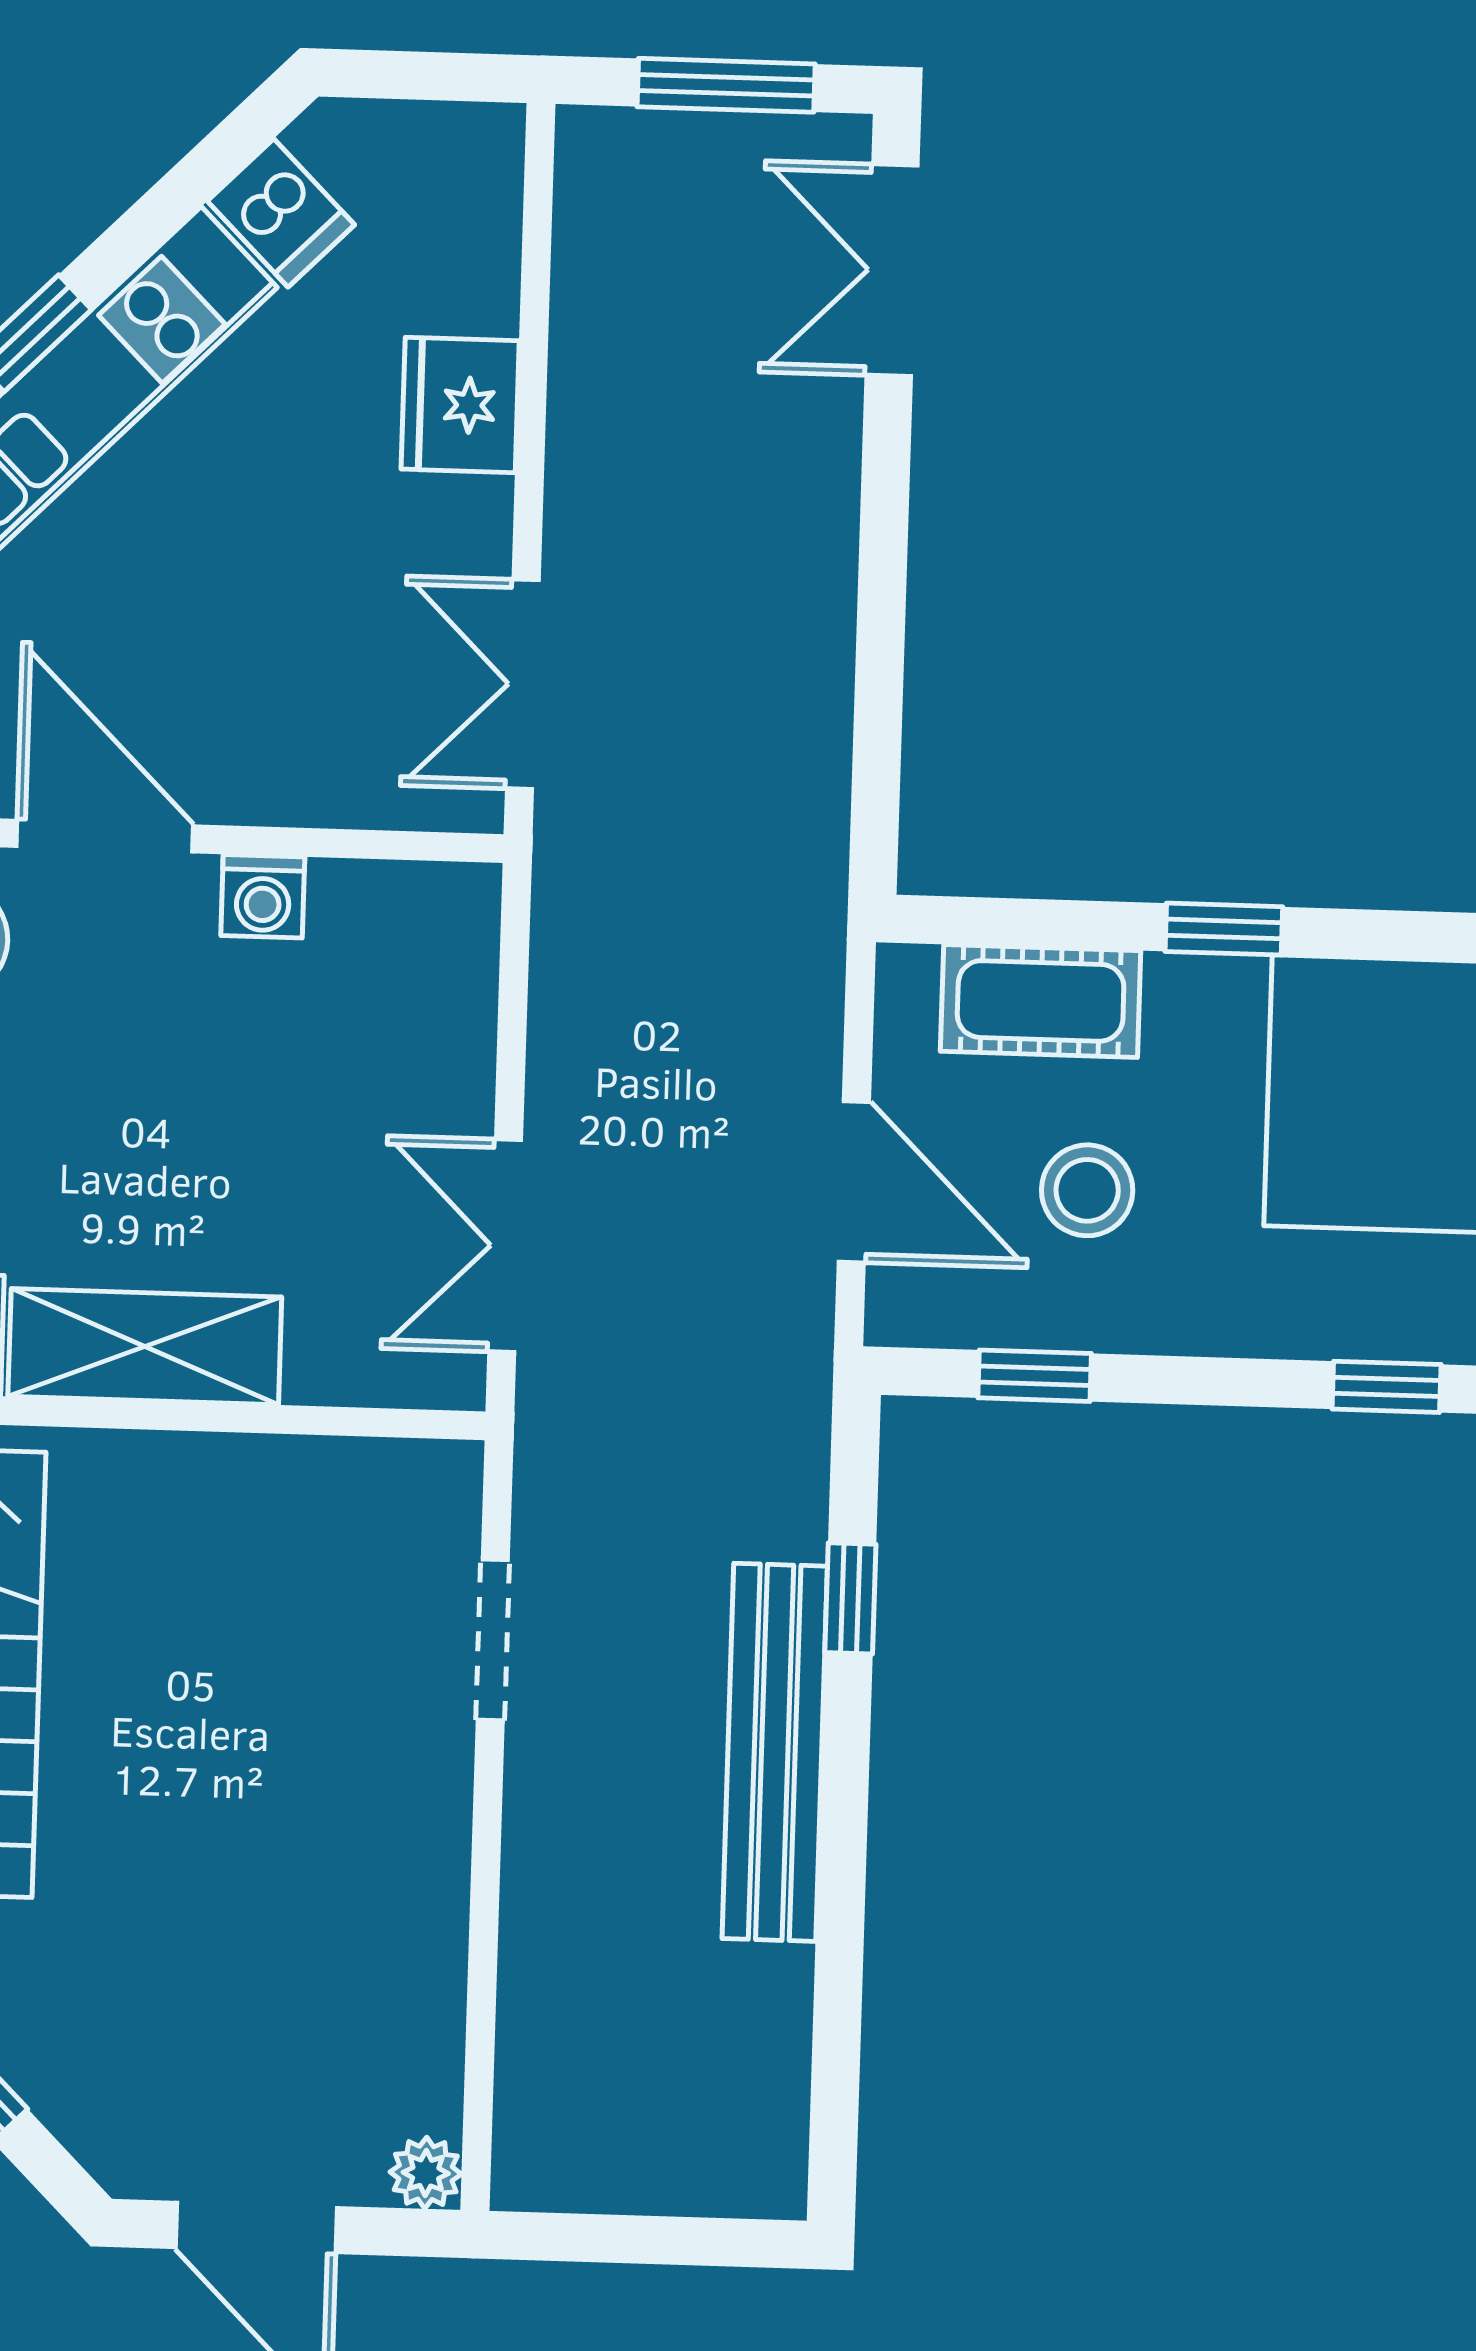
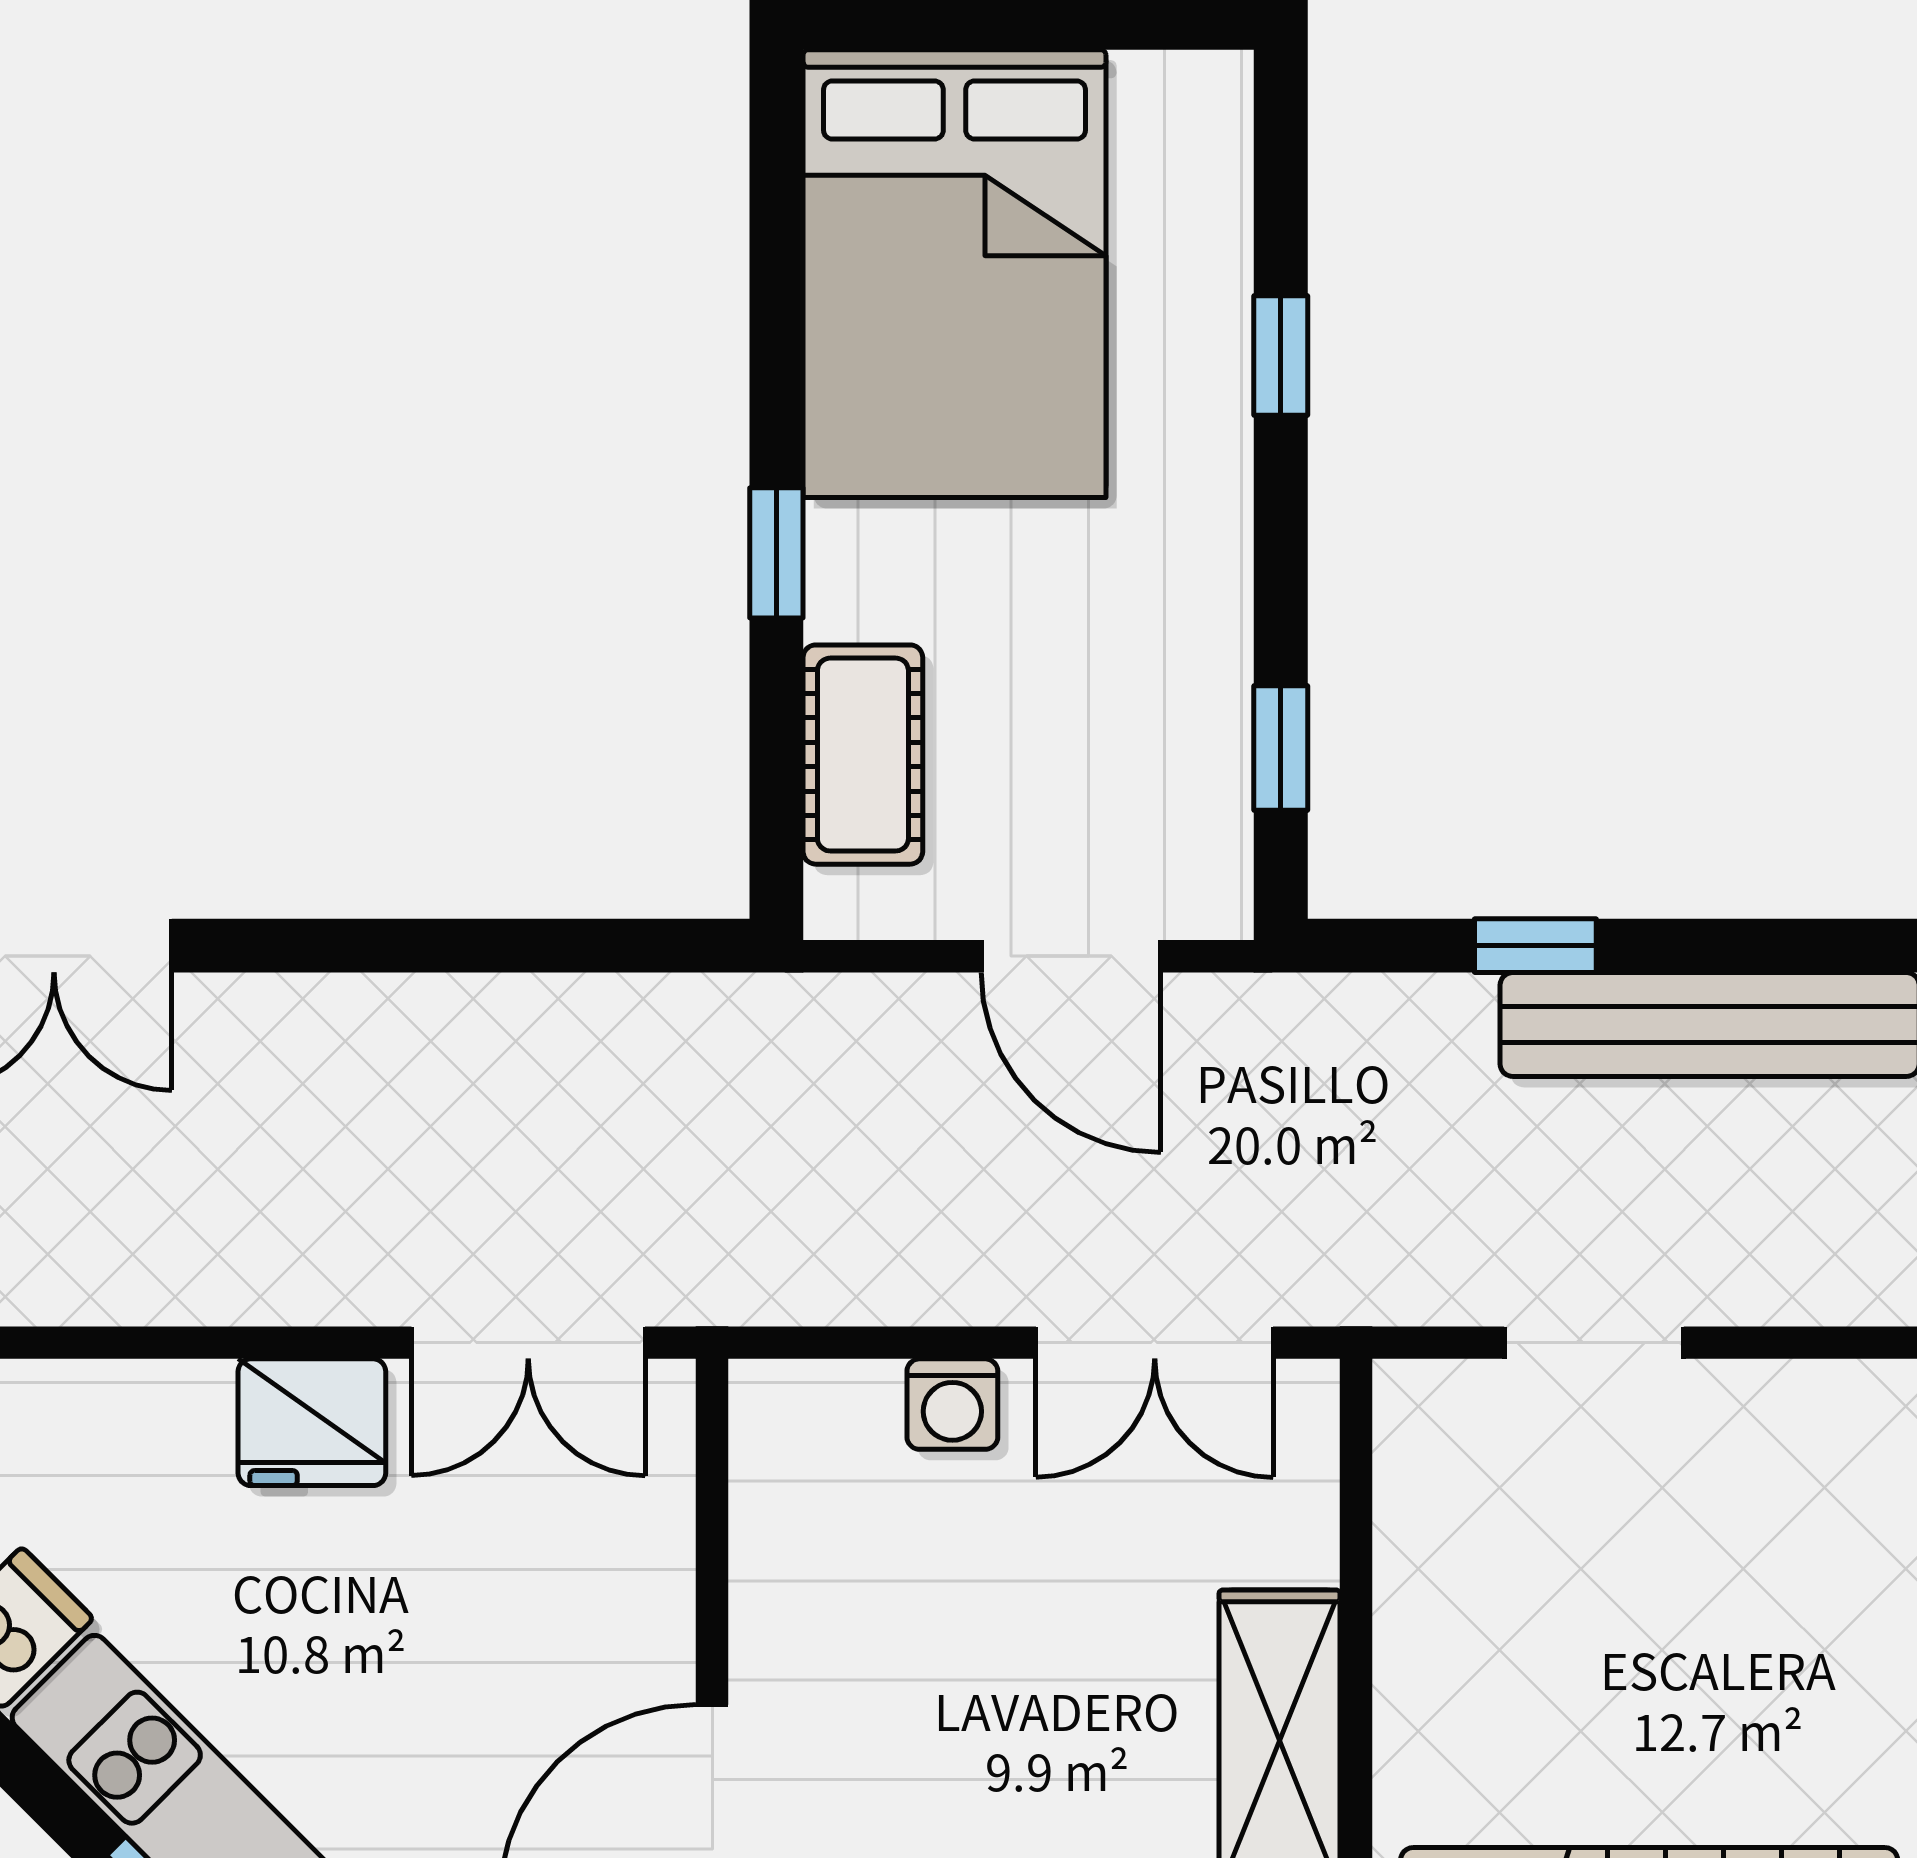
fridge: (460, 405) -> (312, 1422), moved
washing machine: (263, 896) -> (952, 1404), moved, turned 90
door: (854, 1182) -> (1071, 956), swing flipped
stool: (1087, 1190) -> (1072, 696), removed

